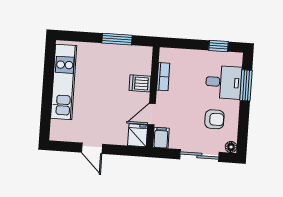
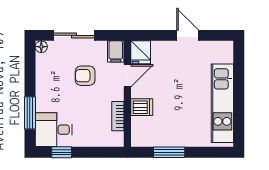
desk: (224, 82) -> (54, 130), moved
armchair: (214, 119) -> (85, 76), moved

